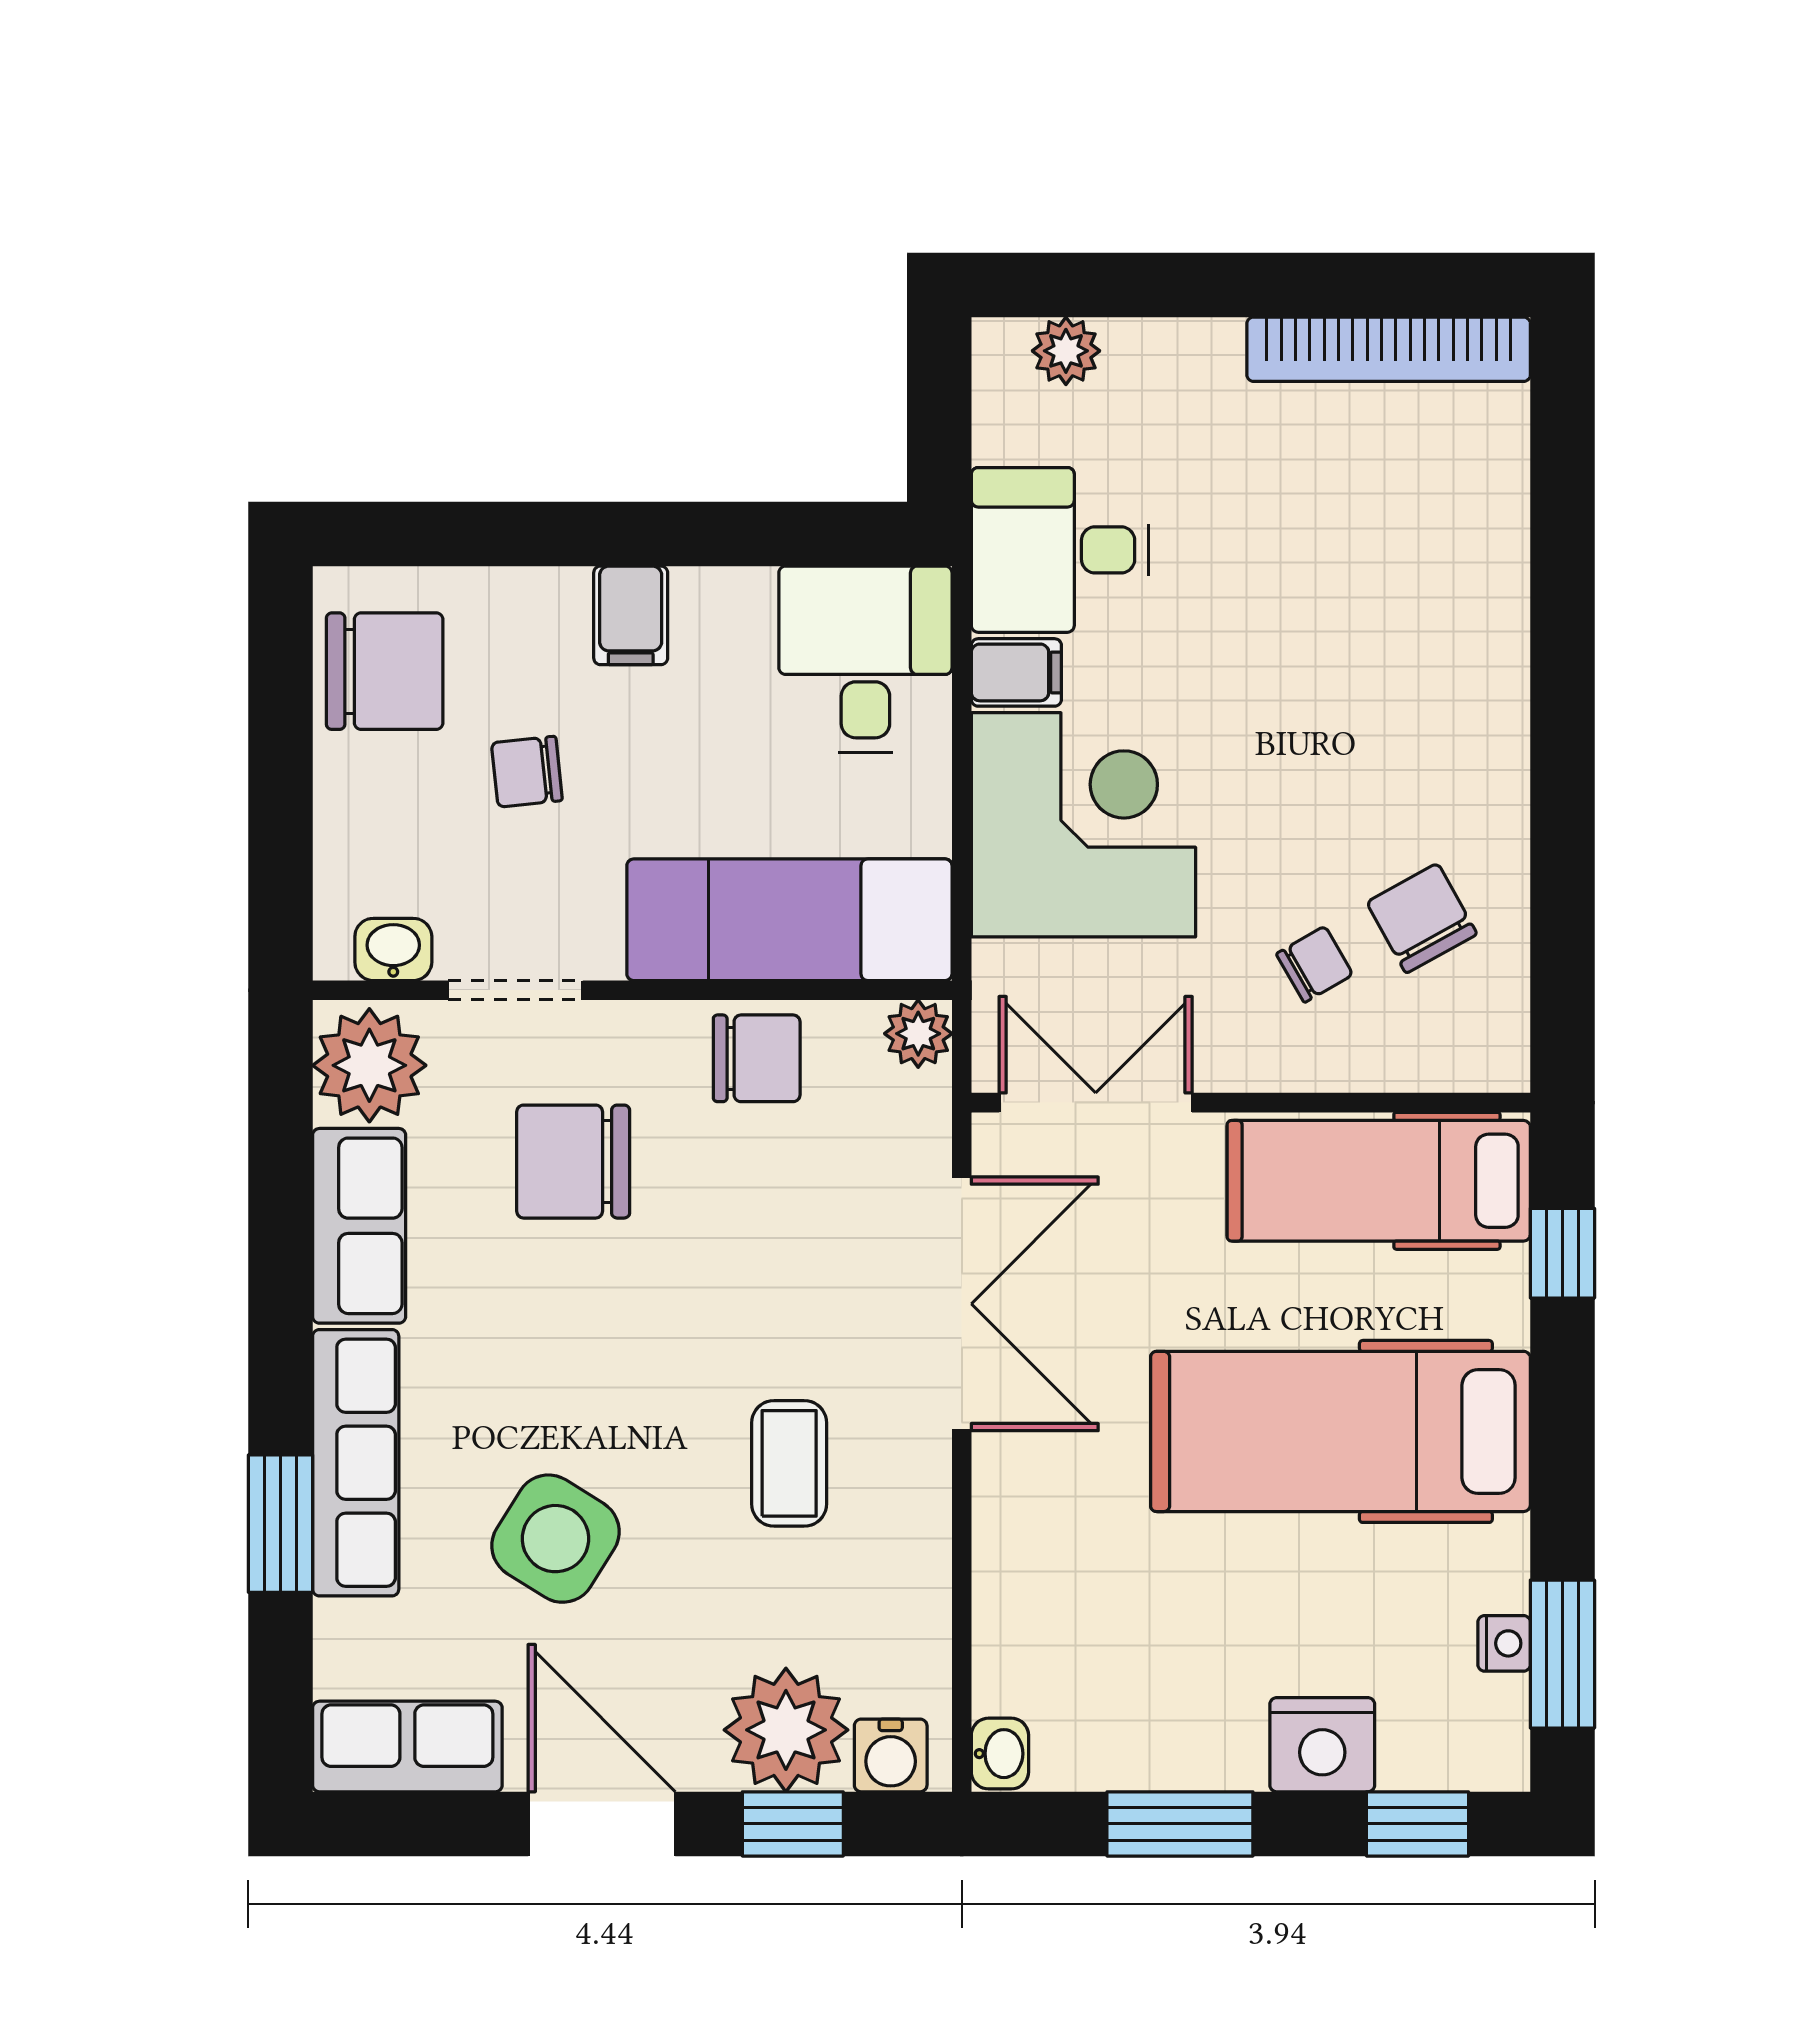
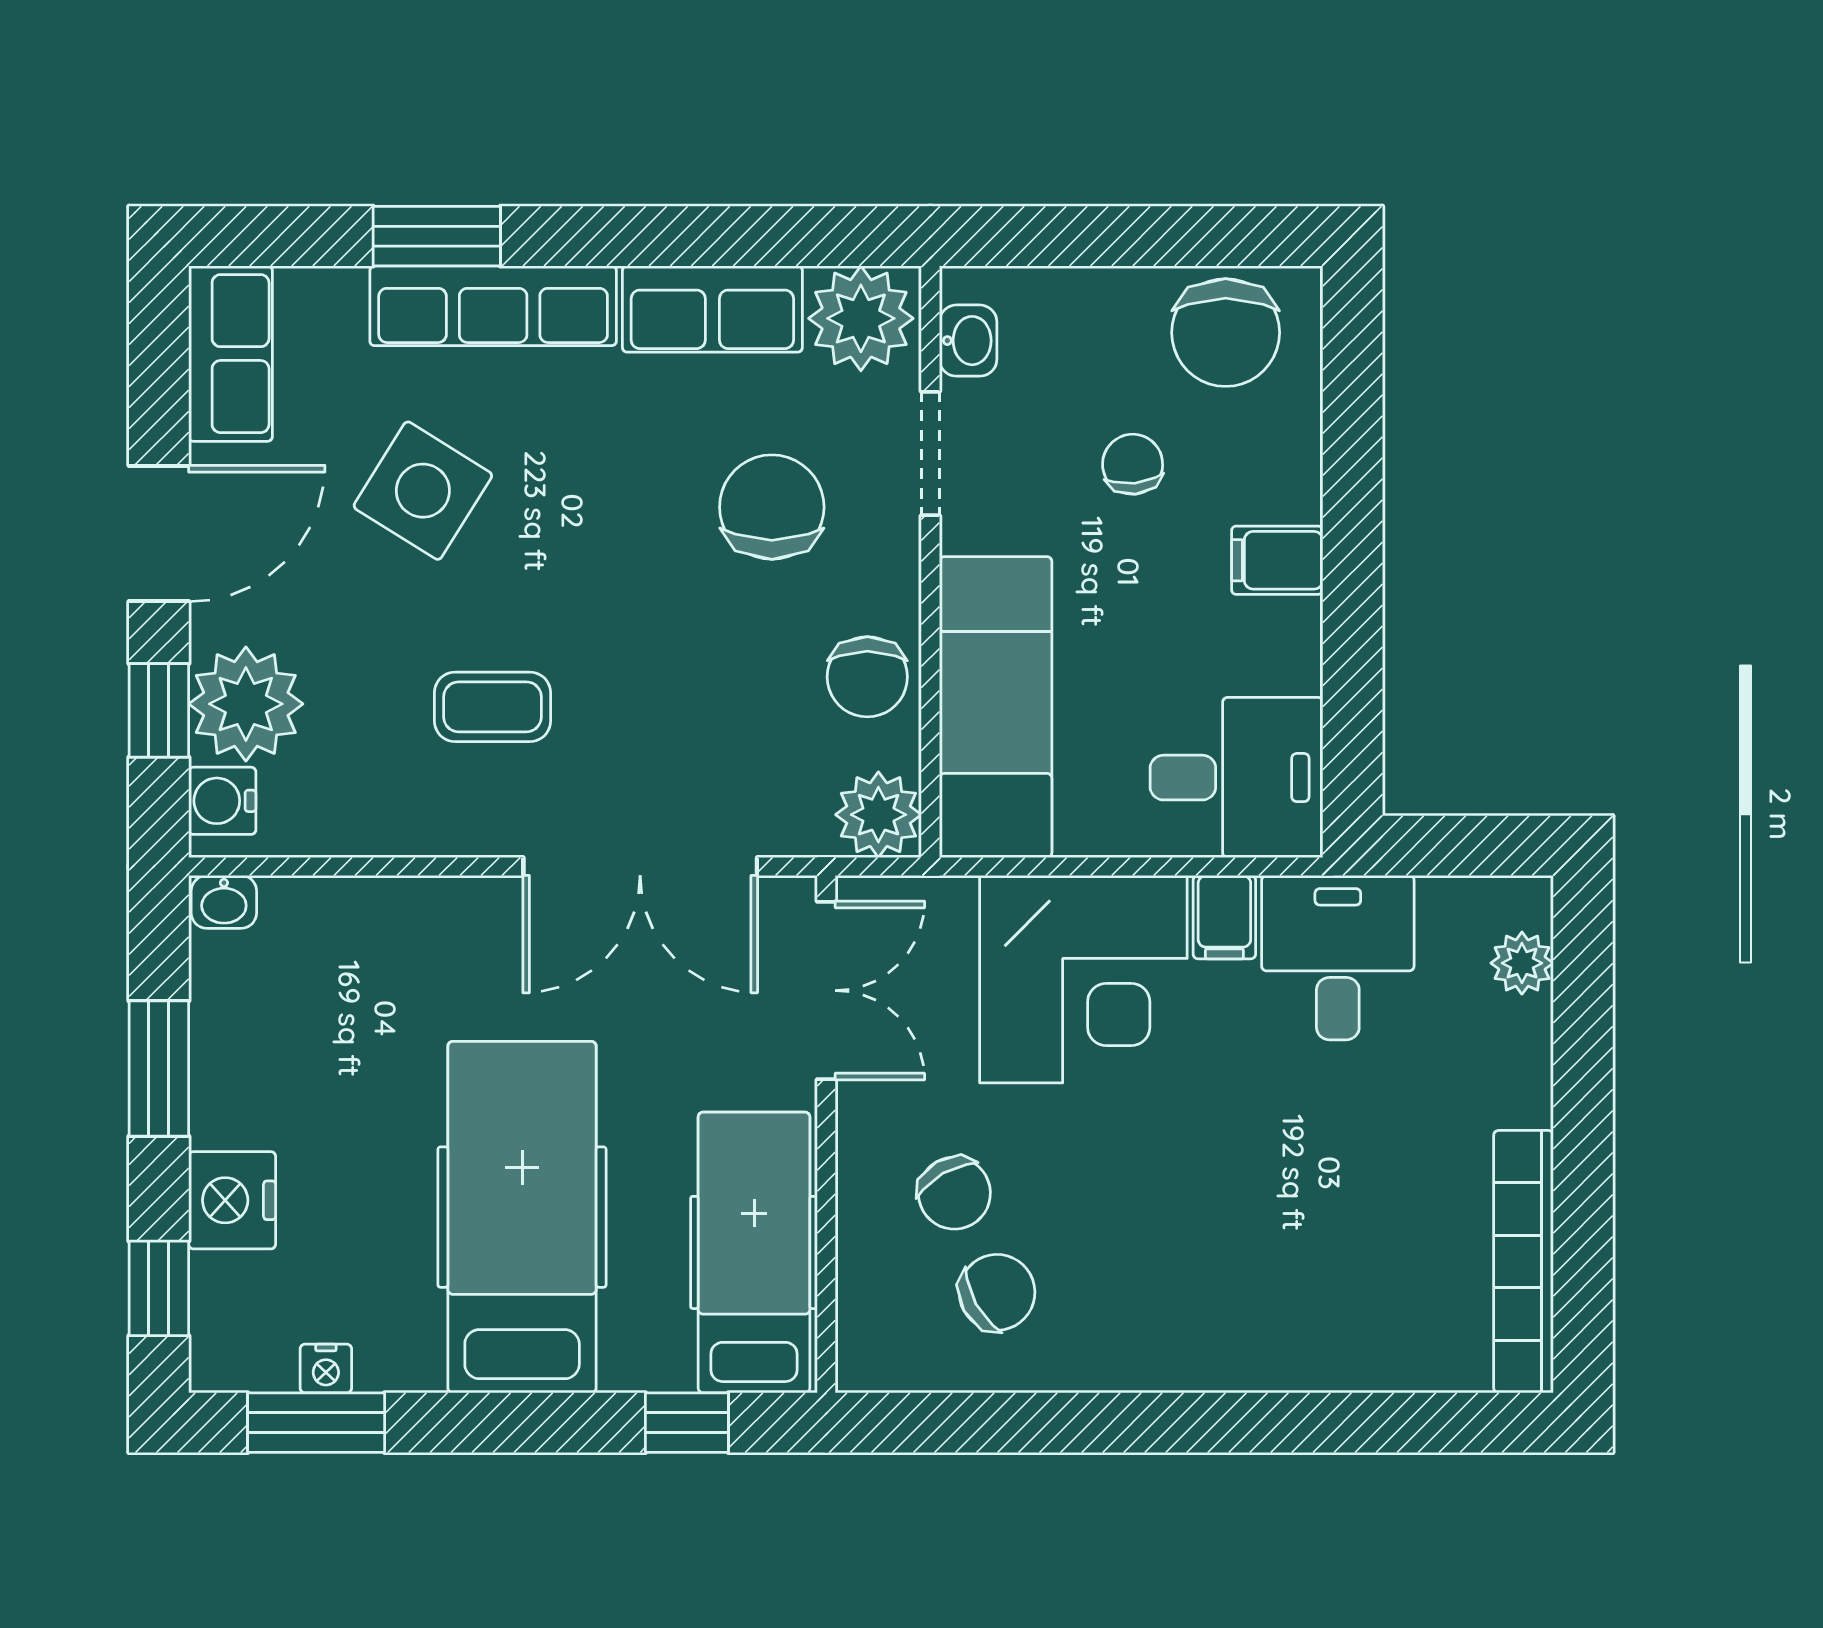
chair: (1315, 964) -> (954, 1193), width x1.37, depth x1.37
plant: (918, 1034) -> (878, 815), width x1.38, depth x1.38

